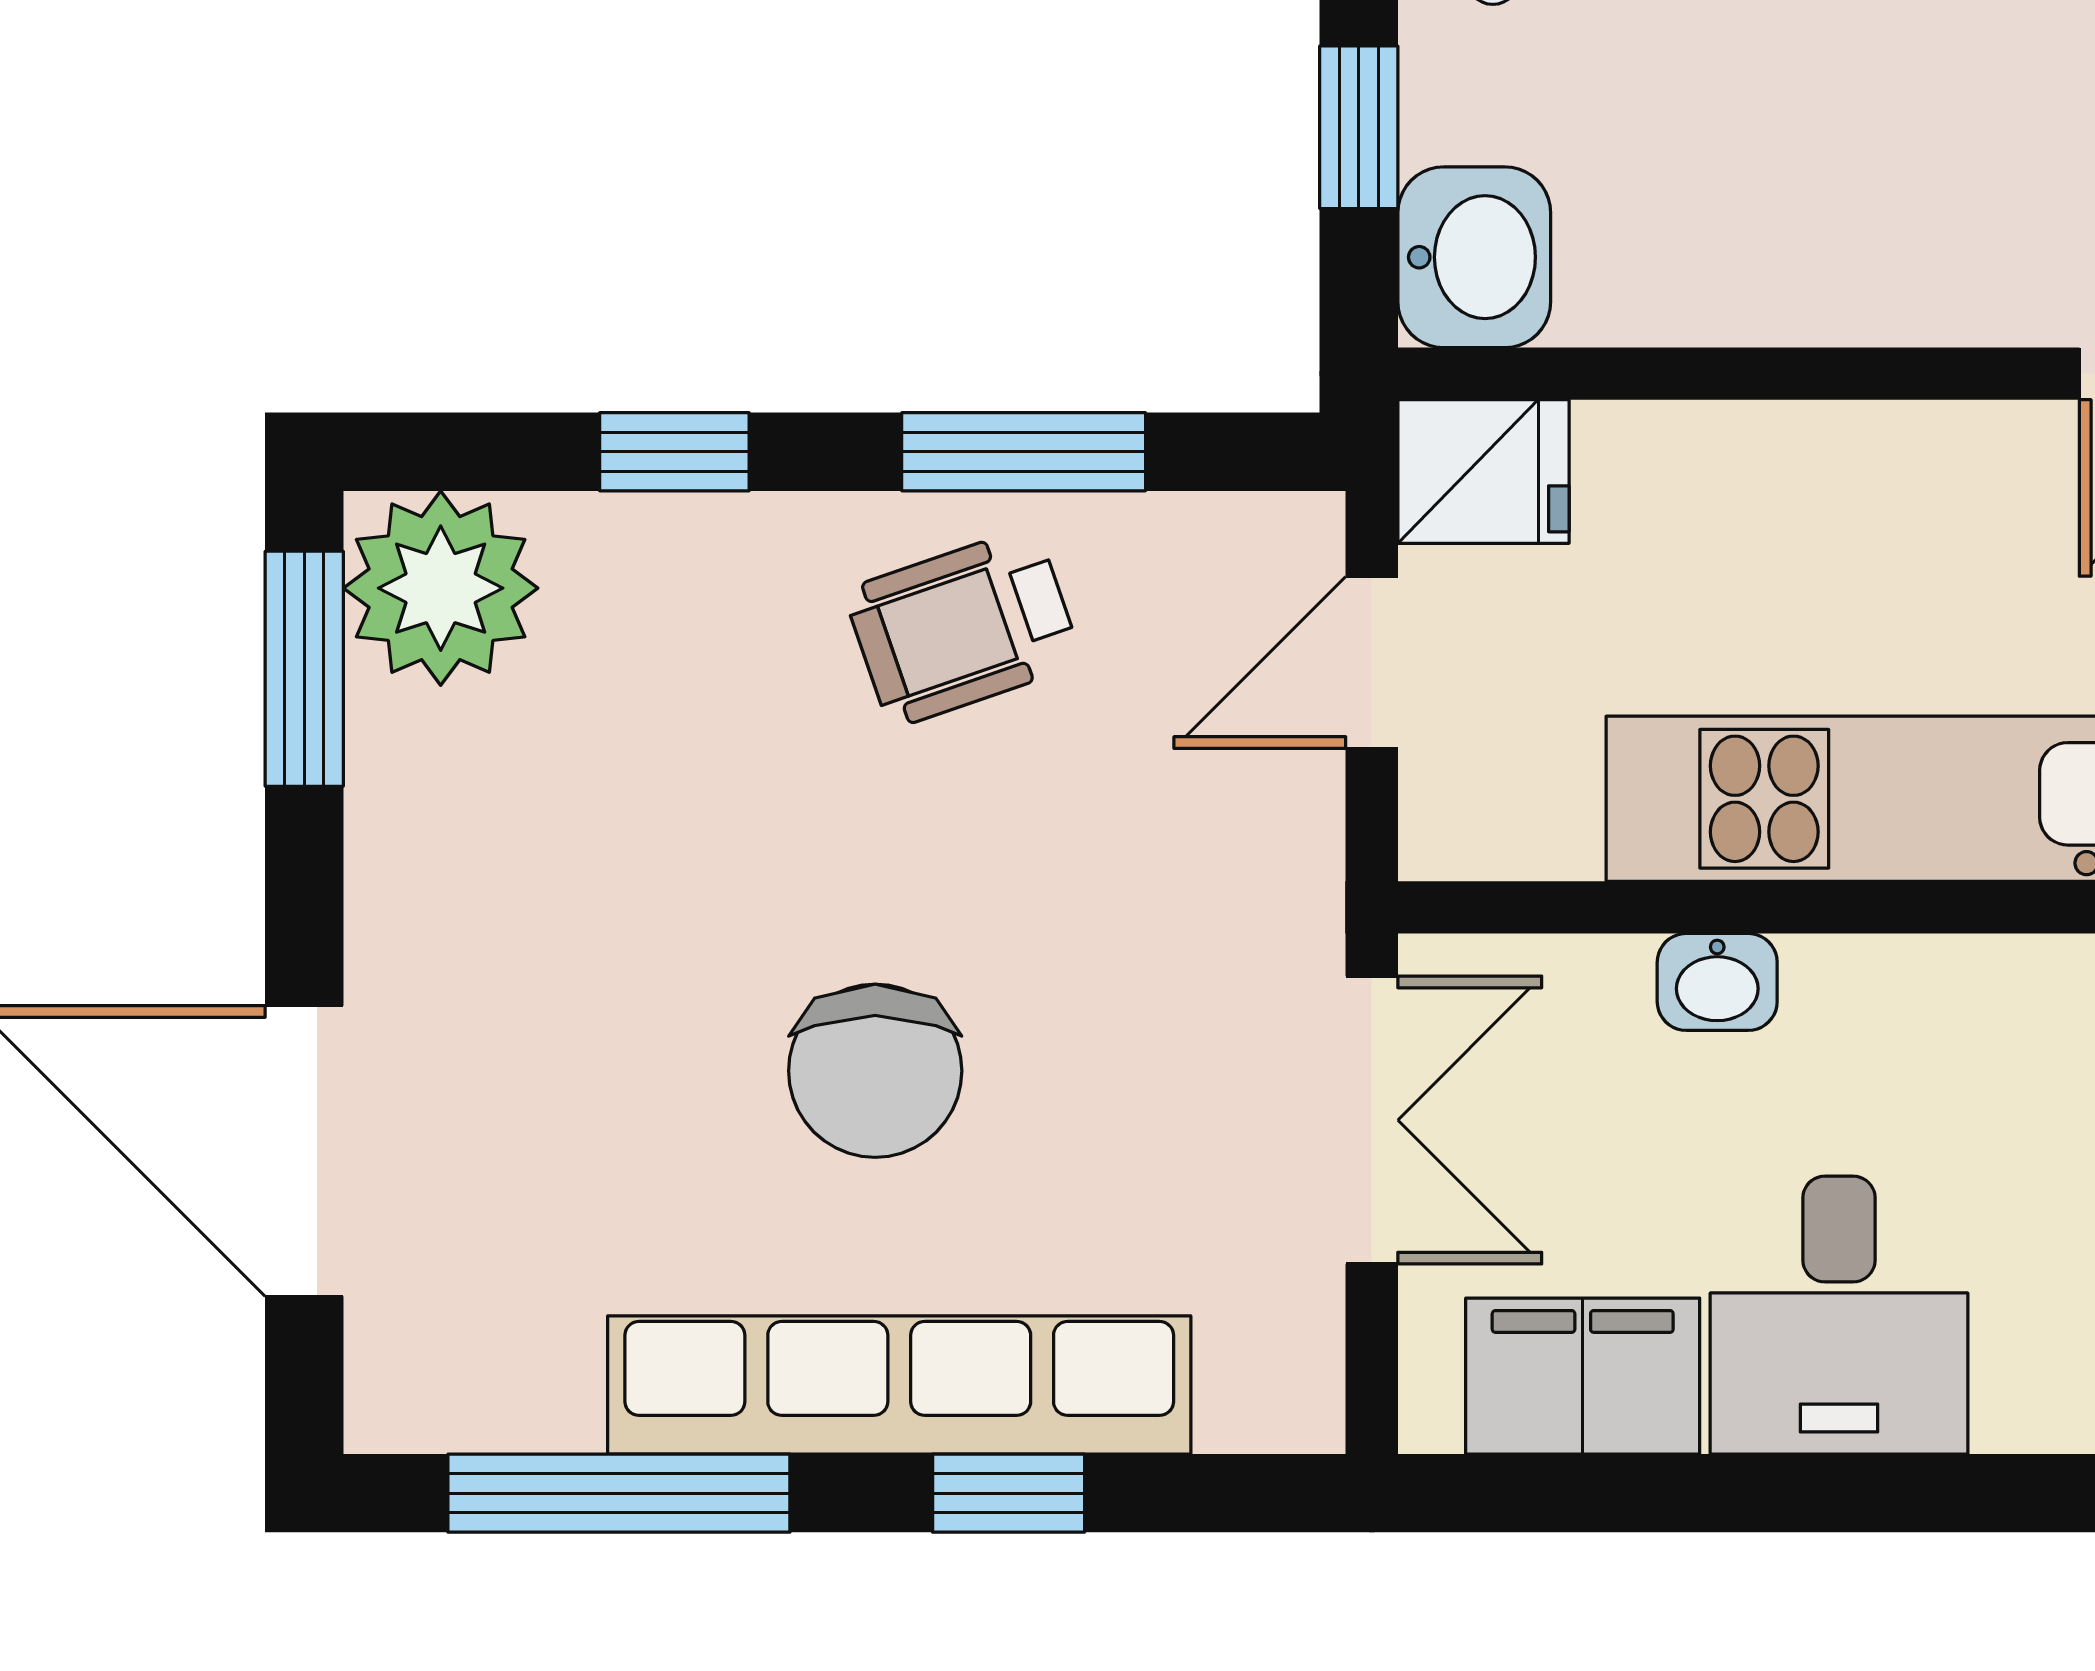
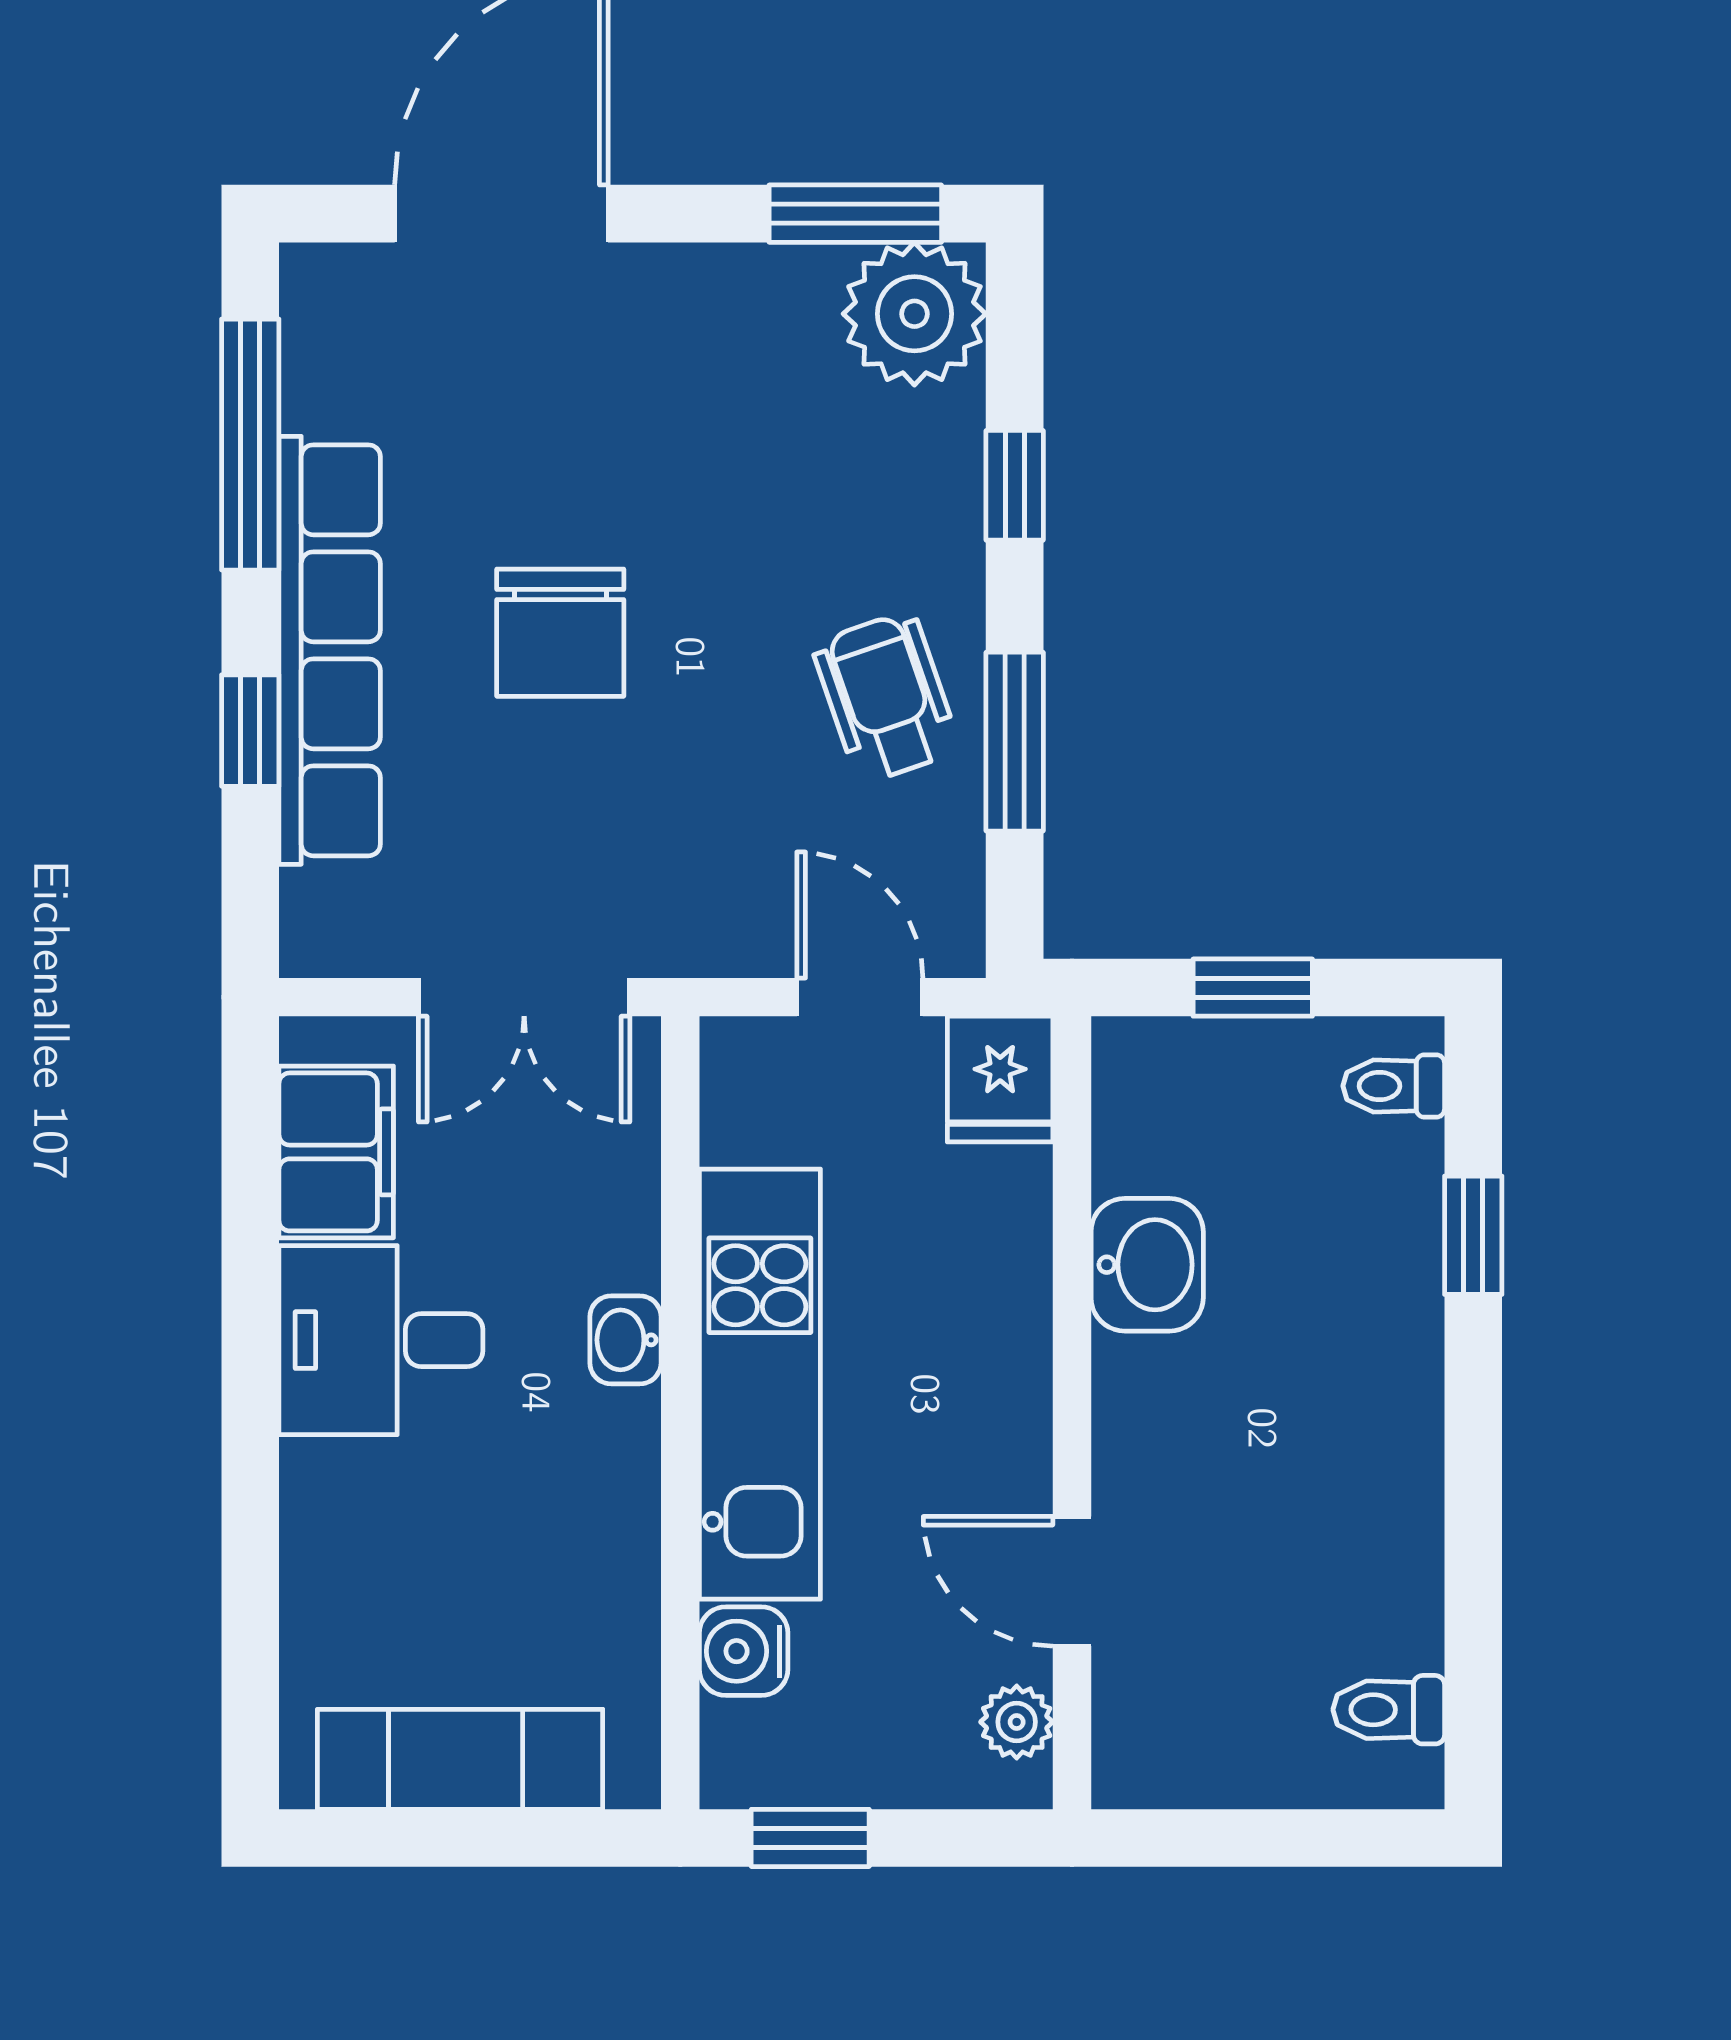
washbasin: (1474, 257) -> (1147, 1265), moved, turned -90
washbasin: (1717, 982) -> (625, 1340), moved
chair: (875, 1071) -> (560, 633), turned -90

